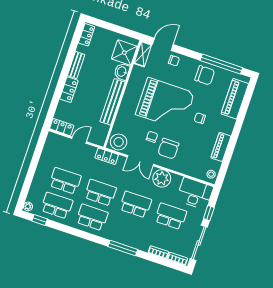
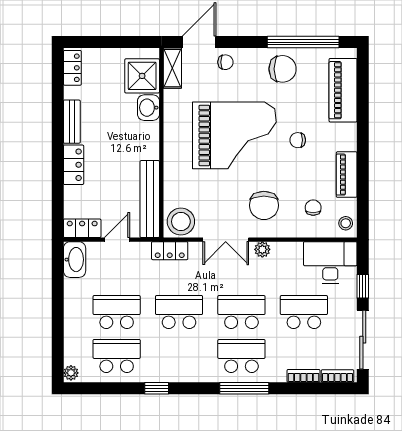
bench: (113, 102) -> (150, 199), moved
chair: (152, 137) -> (313, 208), moved
washbasin: (51, 143) -> (75, 260), added
plant: (162, 178) -> (262, 249), width x0.53, depth x0.53
school desk: (92, 217) -> (241, 356), moved
window: (40, 220) -> (157, 388), moved

